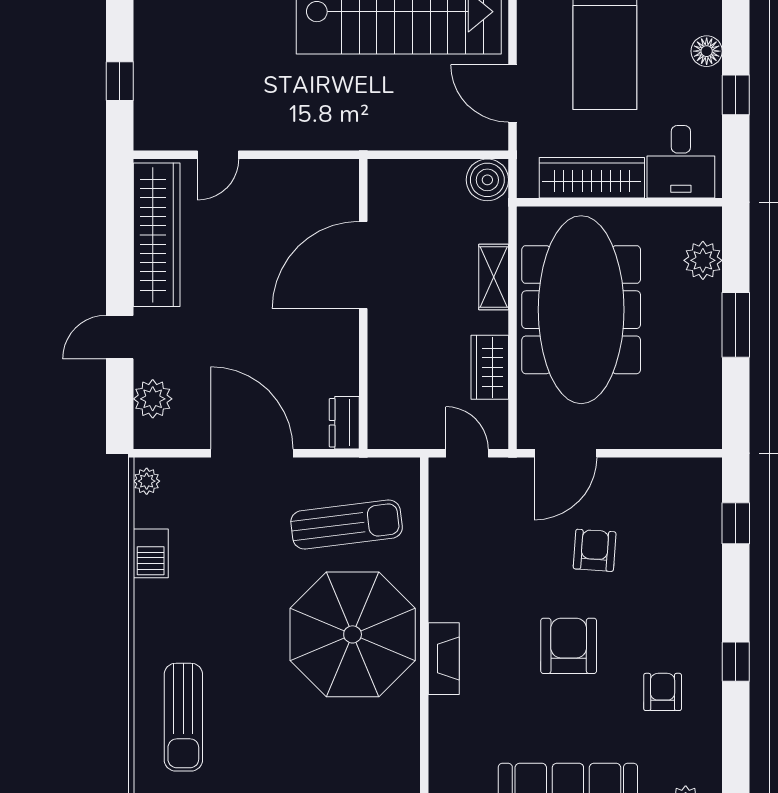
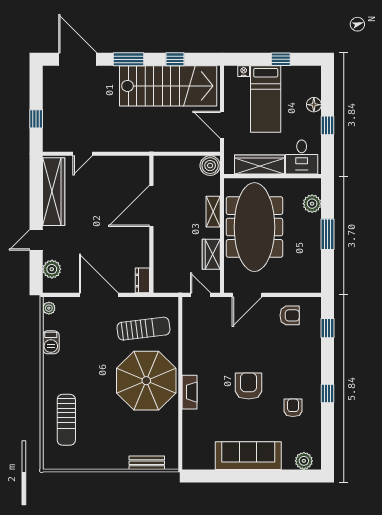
armchair: (595, 550) -> (290, 315), moved, turned 86

